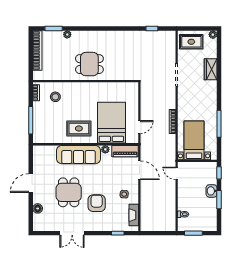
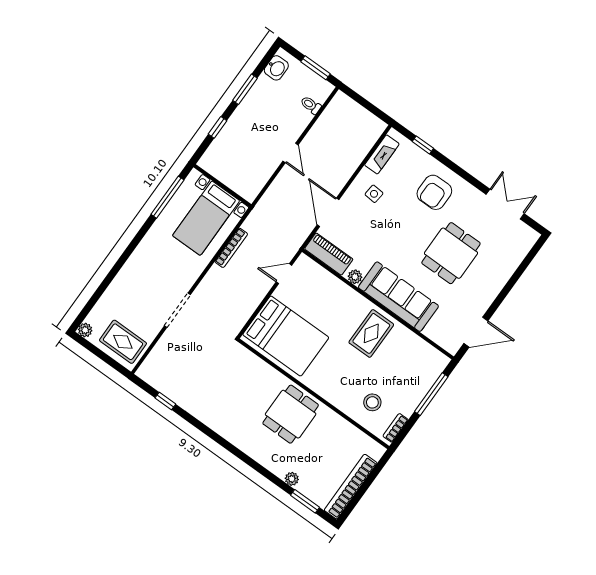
dining table: (89, 64) -> (291, 414), turned 90
wardrobe: (211, 69) -> (124, 283), removed
bed: (111, 123) -> (286, 336), moved, turned -90
rug: (79, 128) -> (371, 333), turned 90
bed with nightstands: (194, 140) -> (206, 218), moved
wall: (197, 161) -> (222, 186), moved
door: (177, 173) -> (291, 153), moved
door: (31, 183) -> (476, 332), moved
washbasin: (212, 191) -> (276, 68), moved
armchair: (97, 203) -> (434, 192), moved
floor lamp: (38, 208) -> (512, 262), removed
double door: (72, 233) -> (505, 204), moved

